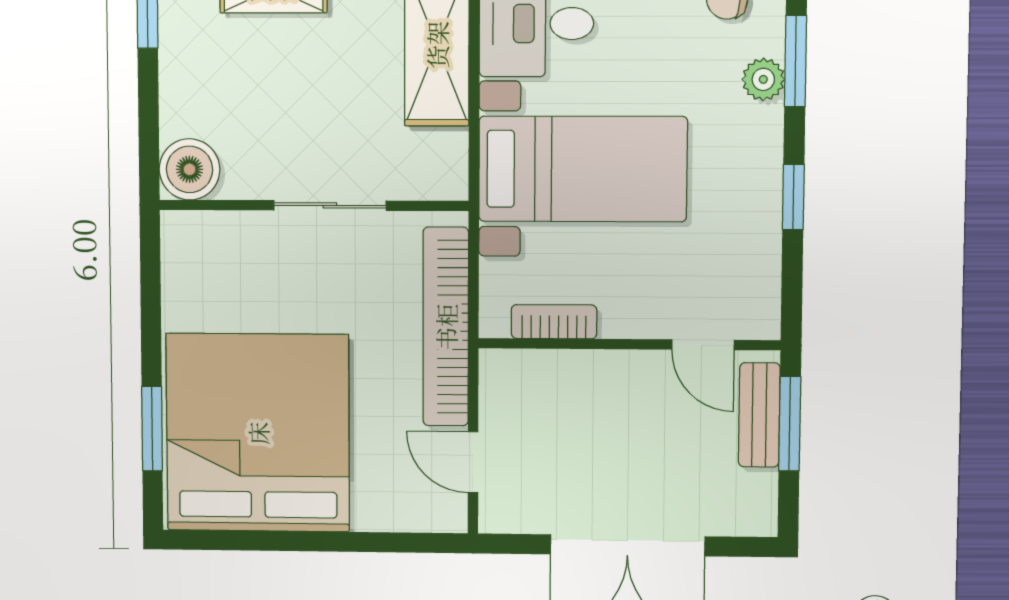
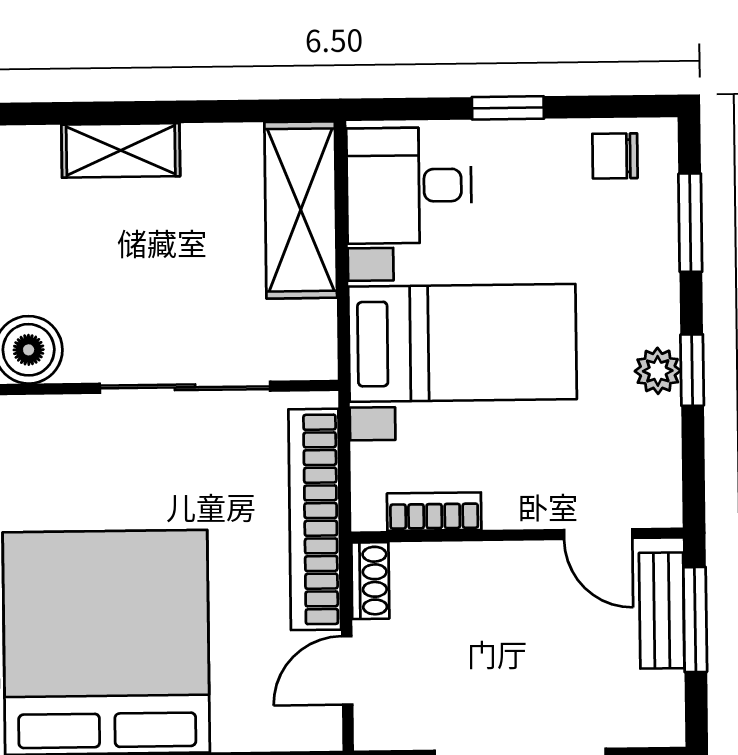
plant: (763, 79) -> (658, 371), moved
sliding door: (330, 205) -> (185, 387), width x1.37
shoe rack: (495, 383) -> (370, 581), added
door: (473, 462) -> (347, 670), hinge flipped

